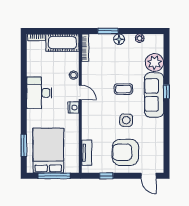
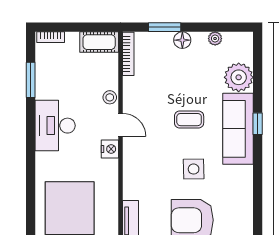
cot: (62, 43) -> (99, 42), width x0.73, depth x0.75
window: (24, 145) -> (31, 80), moved

